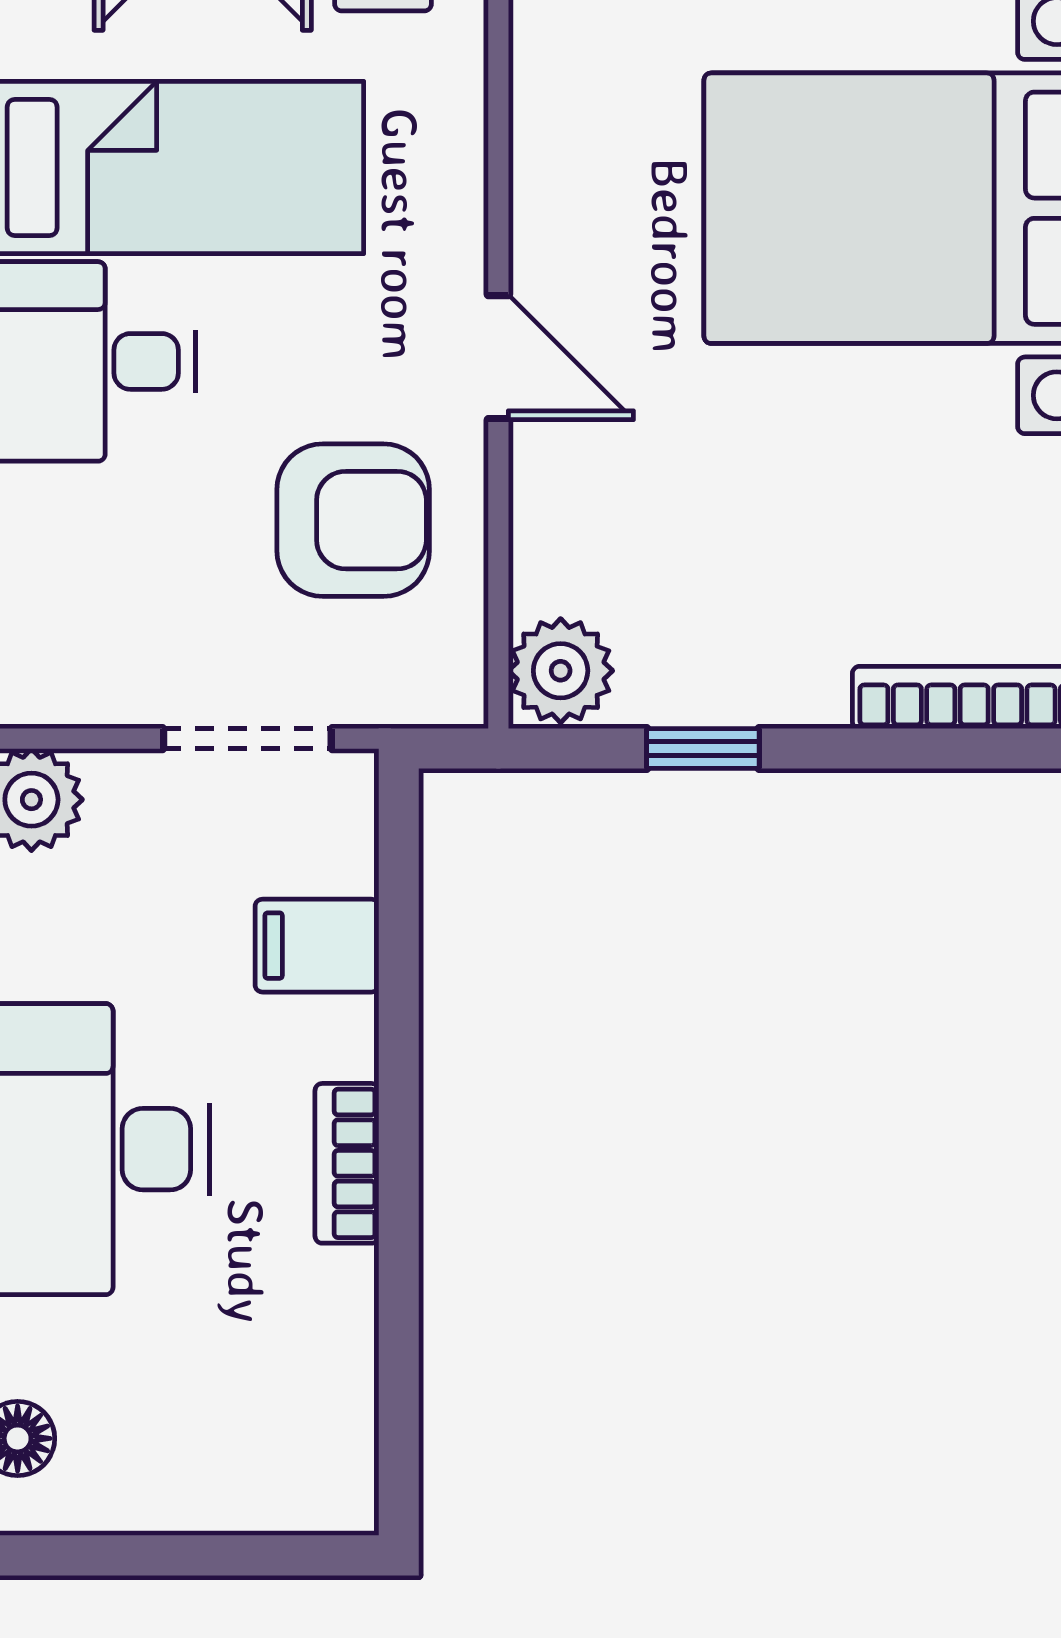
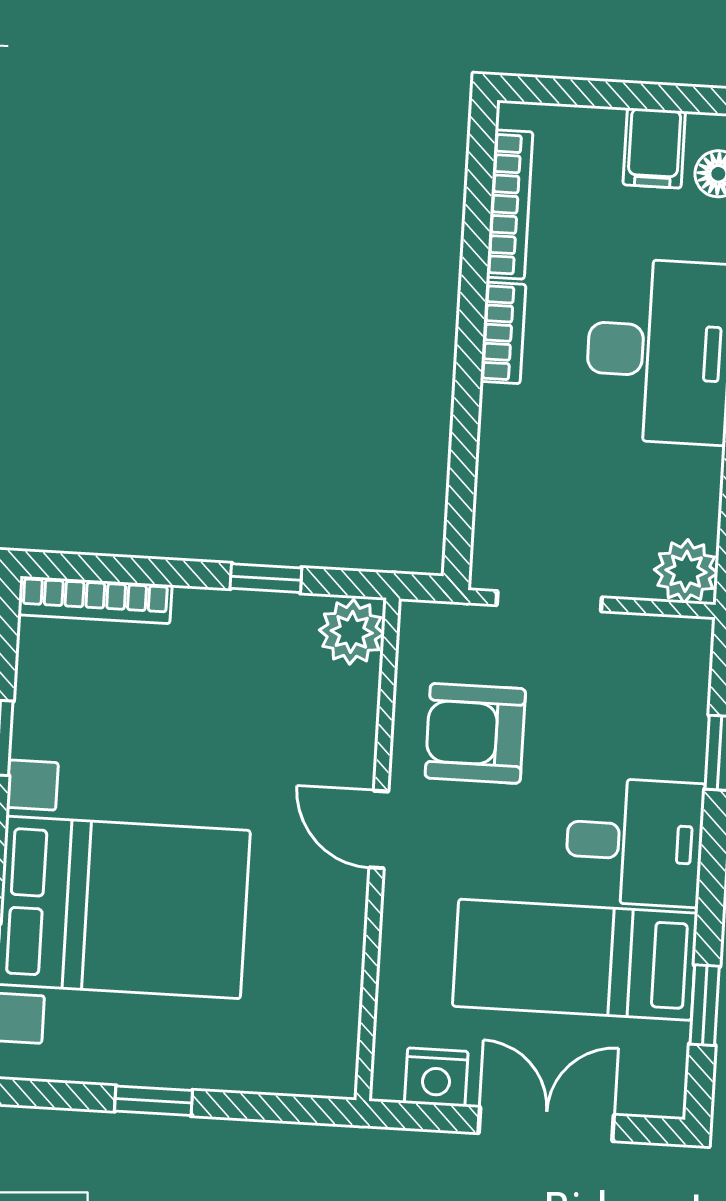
filing cabinet: (317, 946) -> (654, 148), moved, turned 90
bookcase: (349, 1370) -> (510, 204), added

